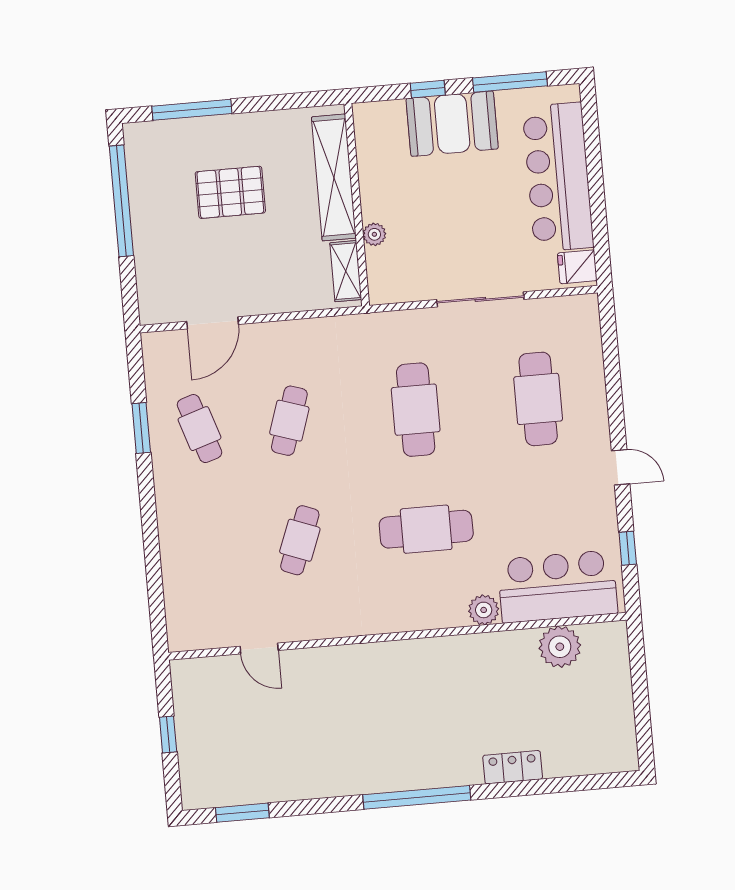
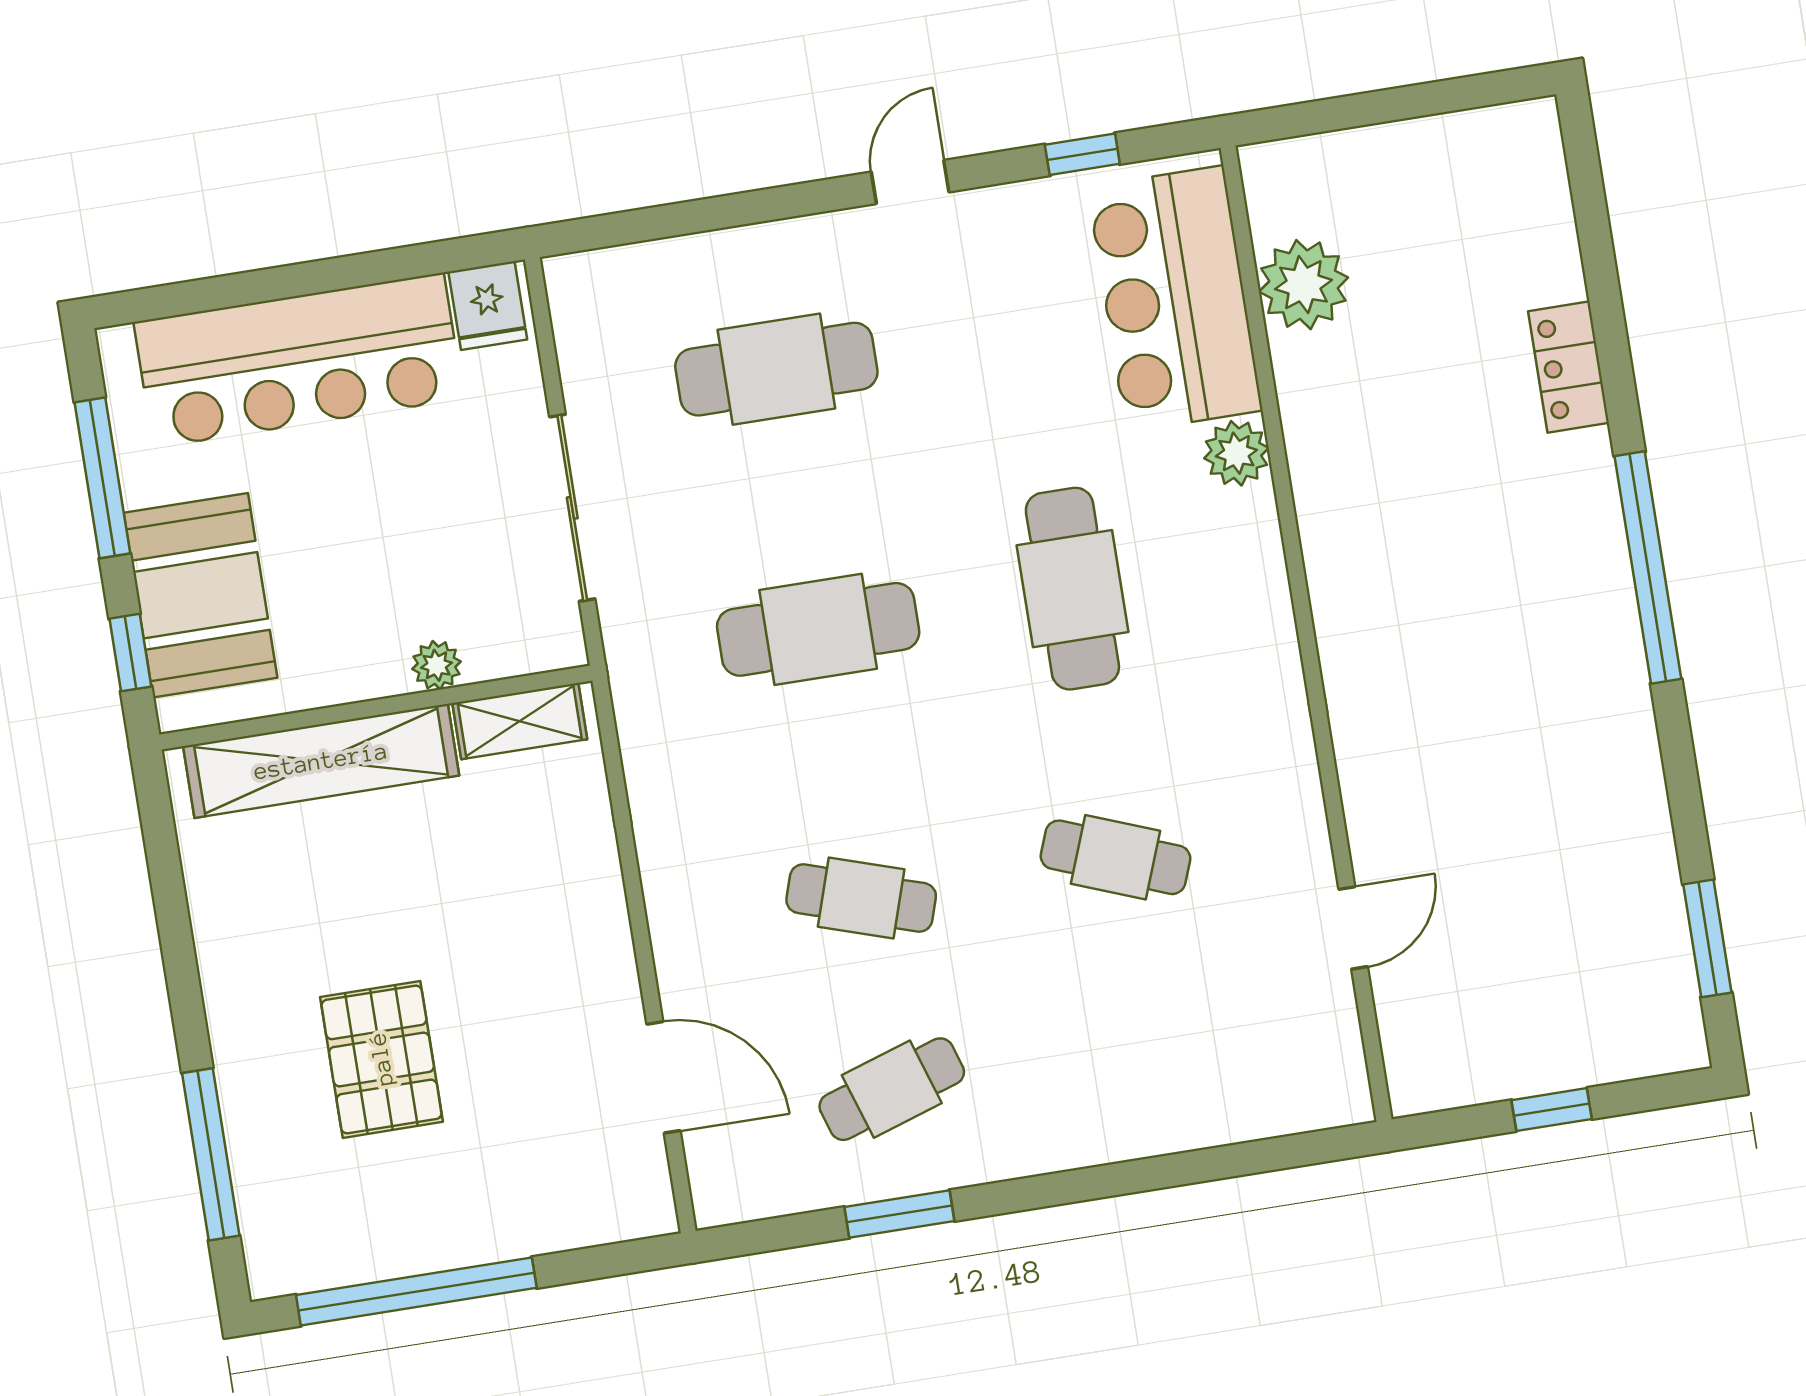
shelving: (334, 177) -> (321, 761), moved
wall: (357, 205) -> (376, 708), moved
plant: (374, 234) -> (437, 665), moved
shelving: (346, 271) -> (520, 721), moved

